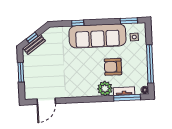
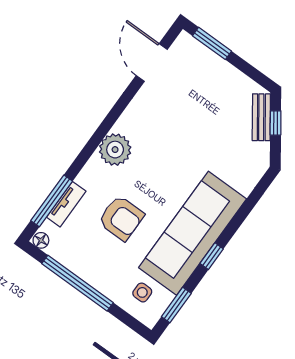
window: (78, 23) -> (212, 256), moved
armchair: (113, 67) -> (121, 218), turned 90
window: (21, 72) -> (212, 43), moved
plant: (105, 89) -> (115, 150), moved

